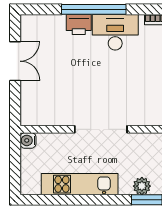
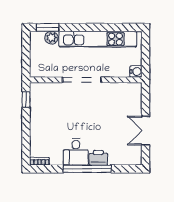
desk: (115, 32) -> (76, 152), width x0.73
kitchen unit: (80, 184) -> (98, 39), width x1.36

